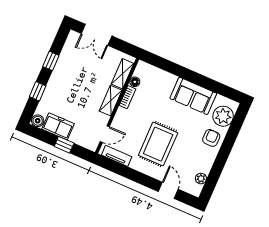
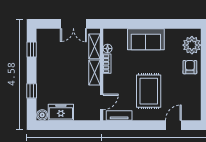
double door: (97, 35) -> (73, 24), moved
window: (51, 61) -> (32, 50), moved
sofa: (193, 96) -> (146, 39), moved
window: (64, 145) -> (72, 125), removed
plant: (201, 179) -> (196, 104), removed
door: (168, 190) -> (173, 125), hinge flipped

